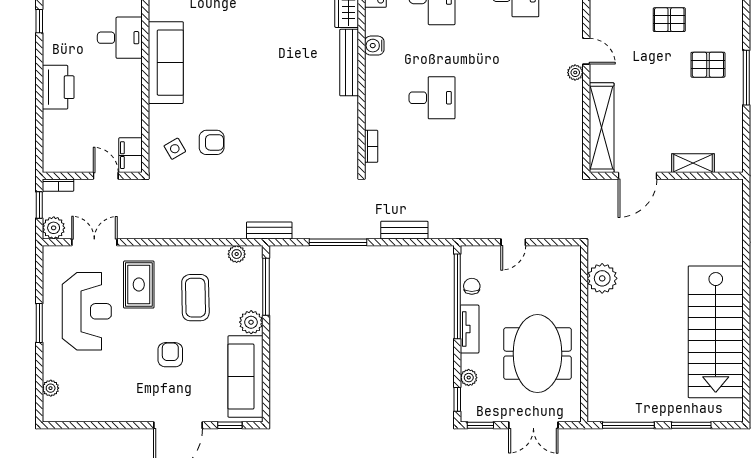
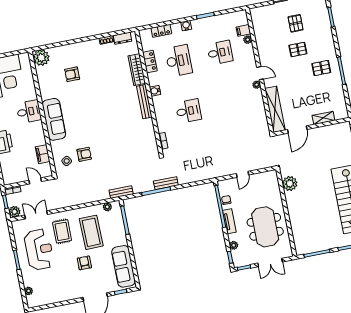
filing cabinet: (131, 155) -> (43, 154), moved
bench: (404, 230) -> (166, 183), moved
coffee table: (195, 298) -> (91, 232), width x1.36, depth x1.32
plant: (251, 322) -> (121, 239), removed

